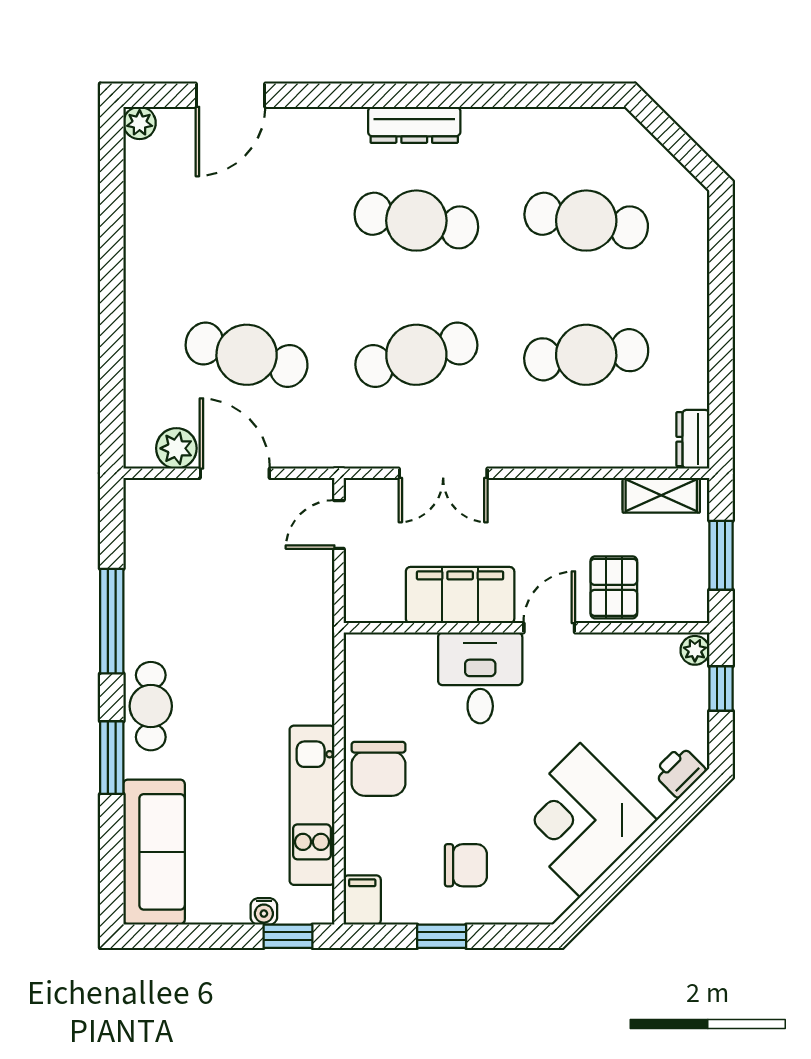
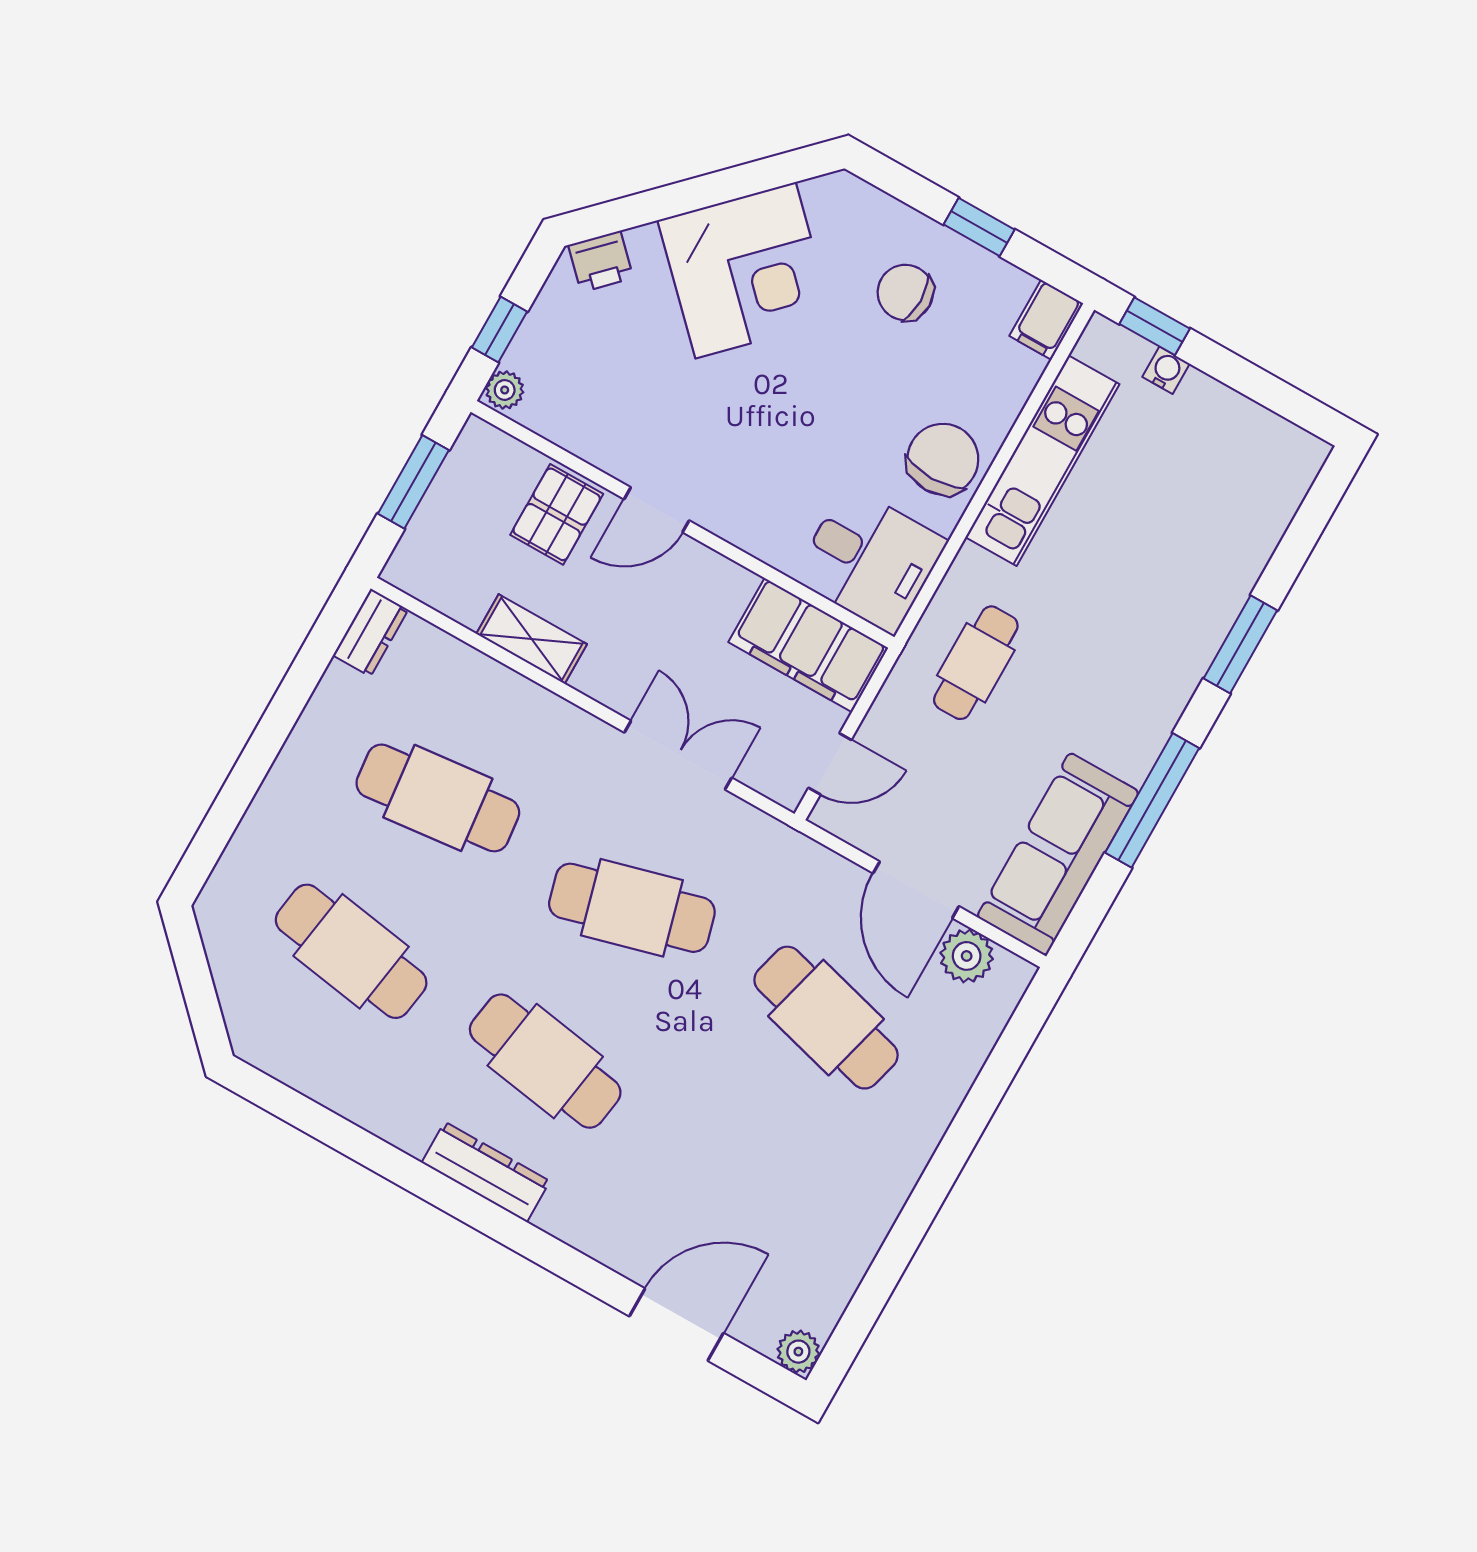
shelving: (661, 495) -> (532, 639), moved
filing cabinet: (460, 595) -> (808, 645), moved
desk: (480, 678) -> (870, 559), moved, turned -90
cafe table: (151, 706) -> (976, 663), moved
sofa: (154, 852) -> (1058, 854), moved

